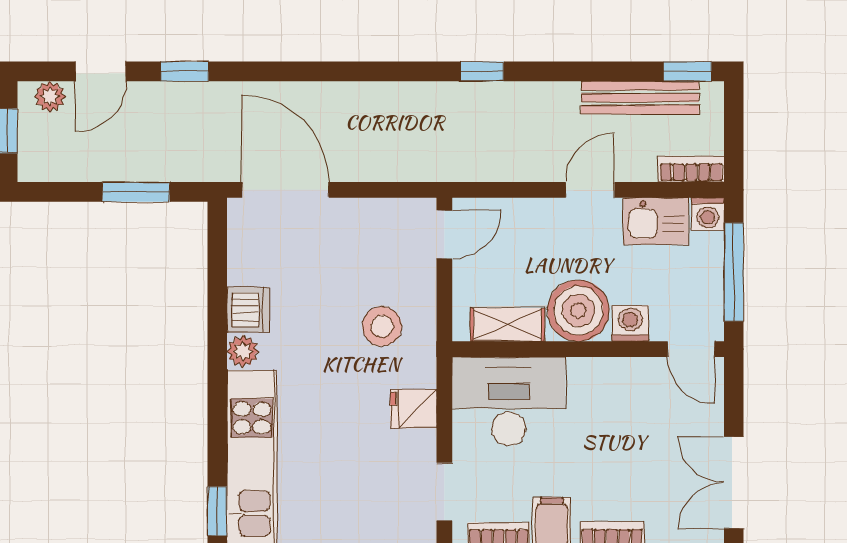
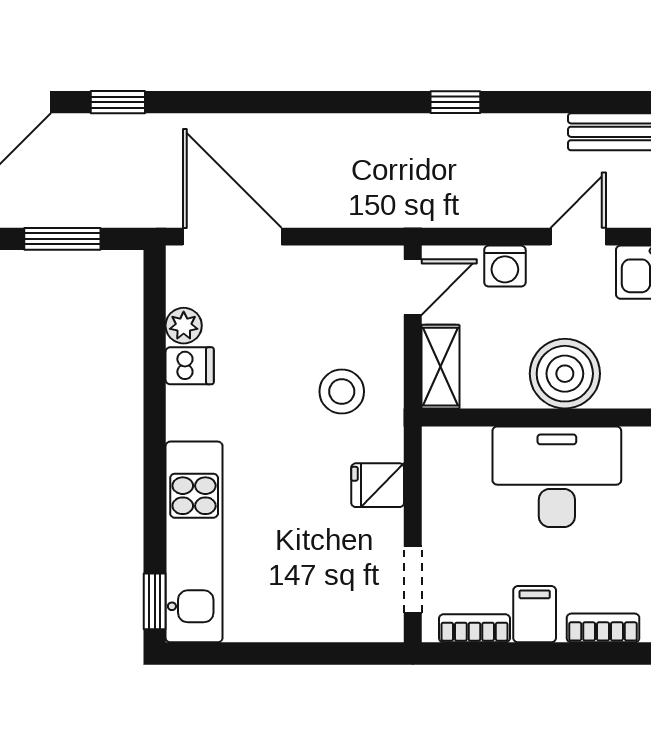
dishwasher: (248, 310) -> (190, 366), width x0.73
washing machine: (630, 323) -> (505, 266), moved, turned 180
shelving: (507, 325) -> (440, 367), moved, turned 90
plant: (243, 351) -> (184, 326), moved
desk: (509, 401) -> (557, 477), moved

